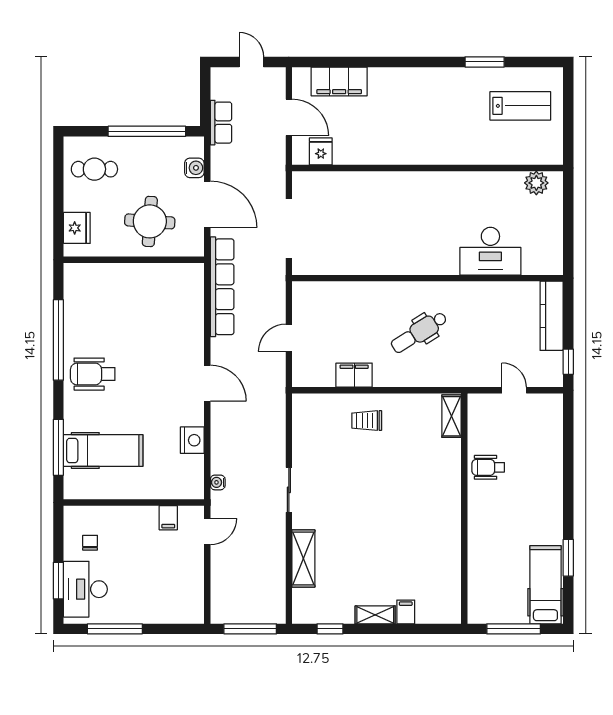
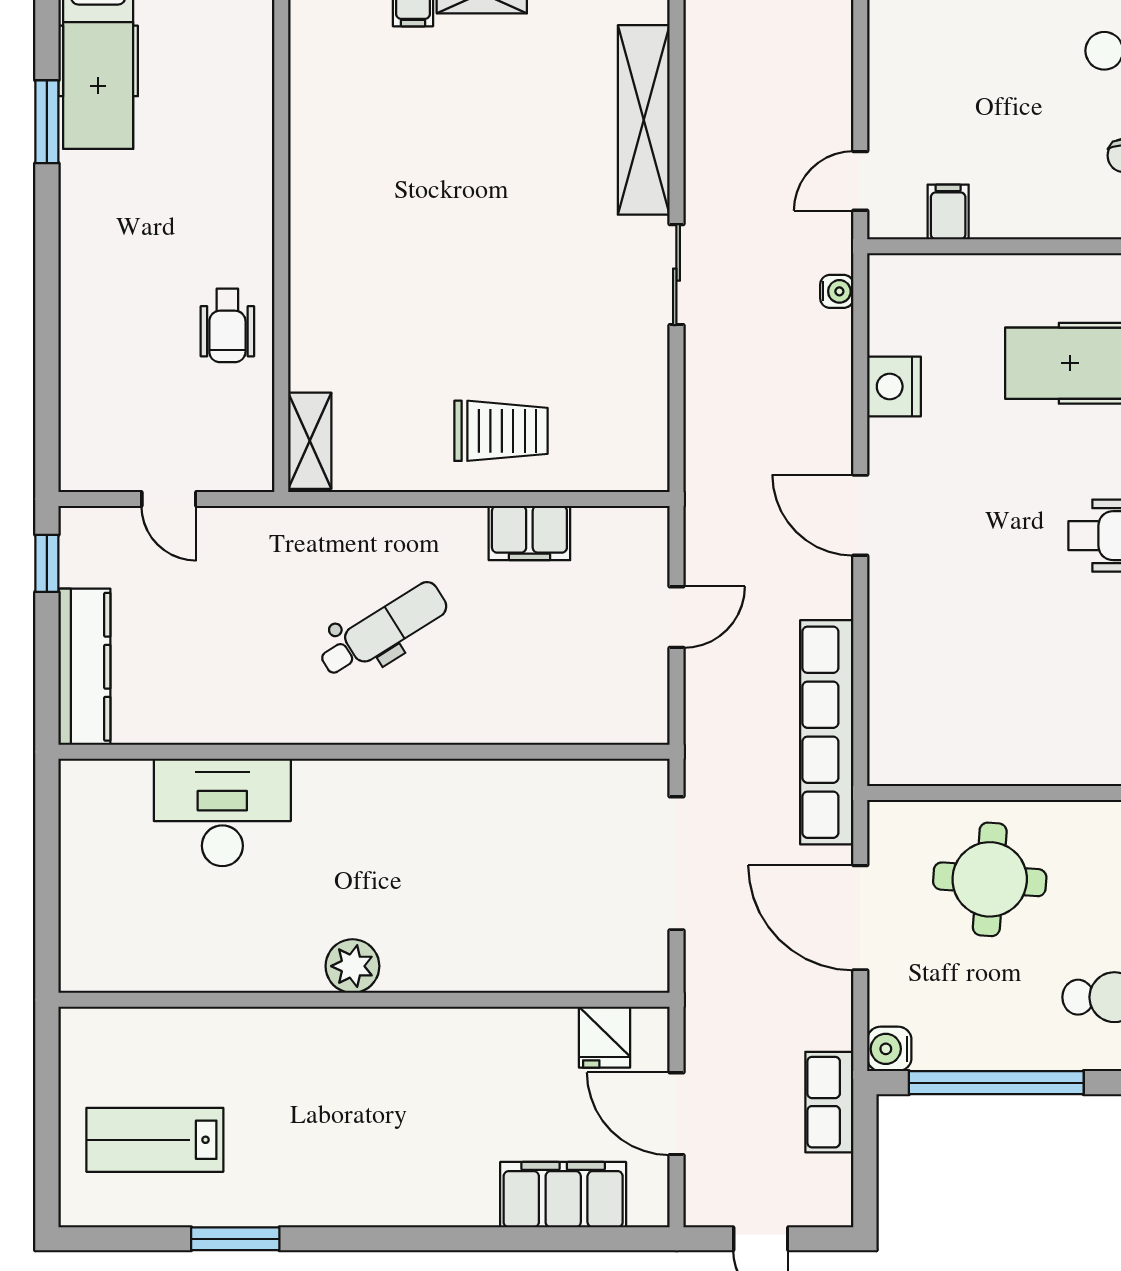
water cooler: (194, 168) -> (889, 1049), moved
plant: (536, 183) -> (352, 966), moved
trolley: (367, 421) -> (501, 431), width x1.36, depth x1.39
wheelchair: (488, 467) -> (227, 325), turned 90
shelving: (303, 559) -> (644, 120), width x1.47

